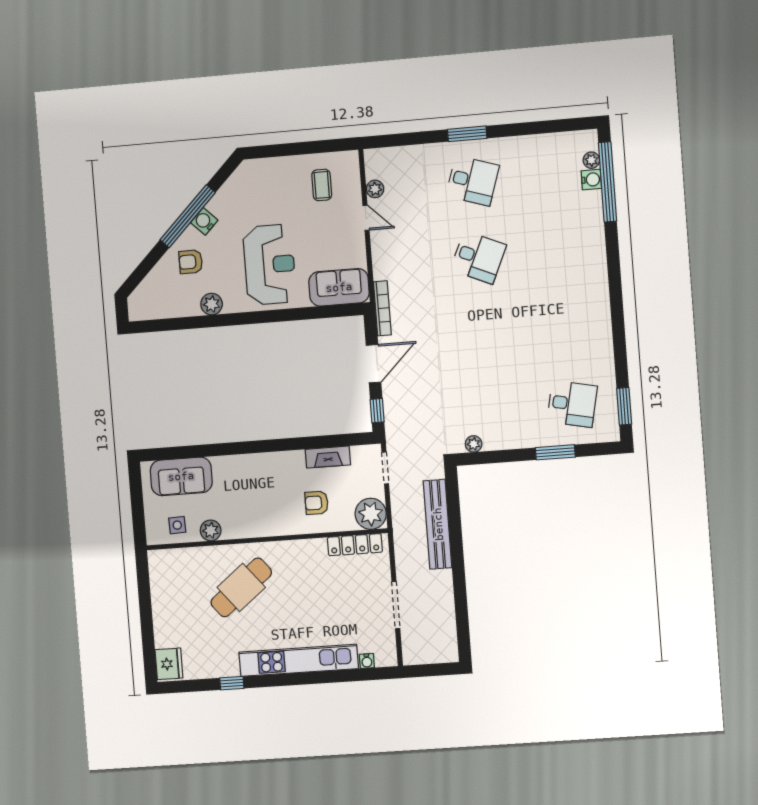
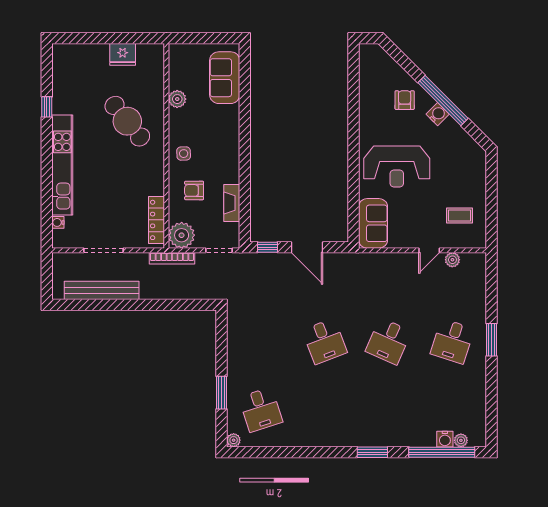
plant: (212, 304) -> (368, 115), removed
bookcase: (382, 308) -> (172, 258), moved
desk: (484, 334) -> (325, 341), added
desk: (572, 404) -> (261, 410), turned -30
window: (624, 406) -> (372, 452), moved
plant: (474, 444) -> (234, 440), moved
armchair: (317, 503) -> (194, 190), turned -90
bench: (438, 524) -> (102, 290), moved
side table: (177, 525) -> (184, 154), moved
fridge: (169, 664) -> (123, 54), moved

